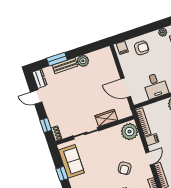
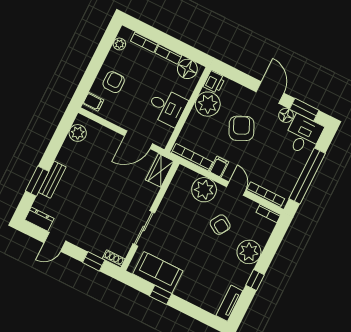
plant: (83, 61) -> (78, 133), moved
wardrobe: (106, 118) -> (160, 170), moved
plant: (130, 132) -> (204, 190), moved

